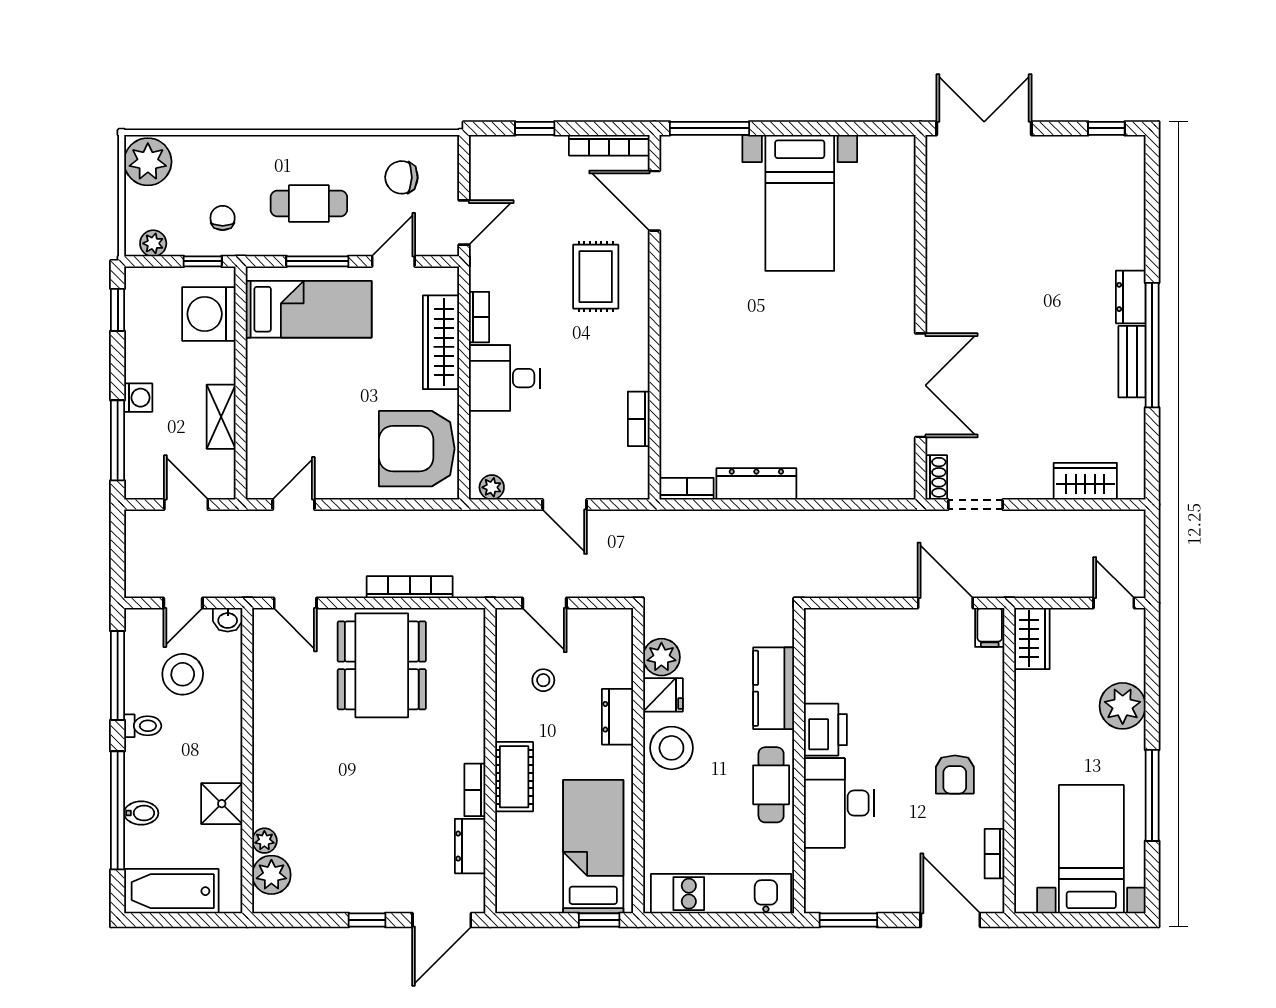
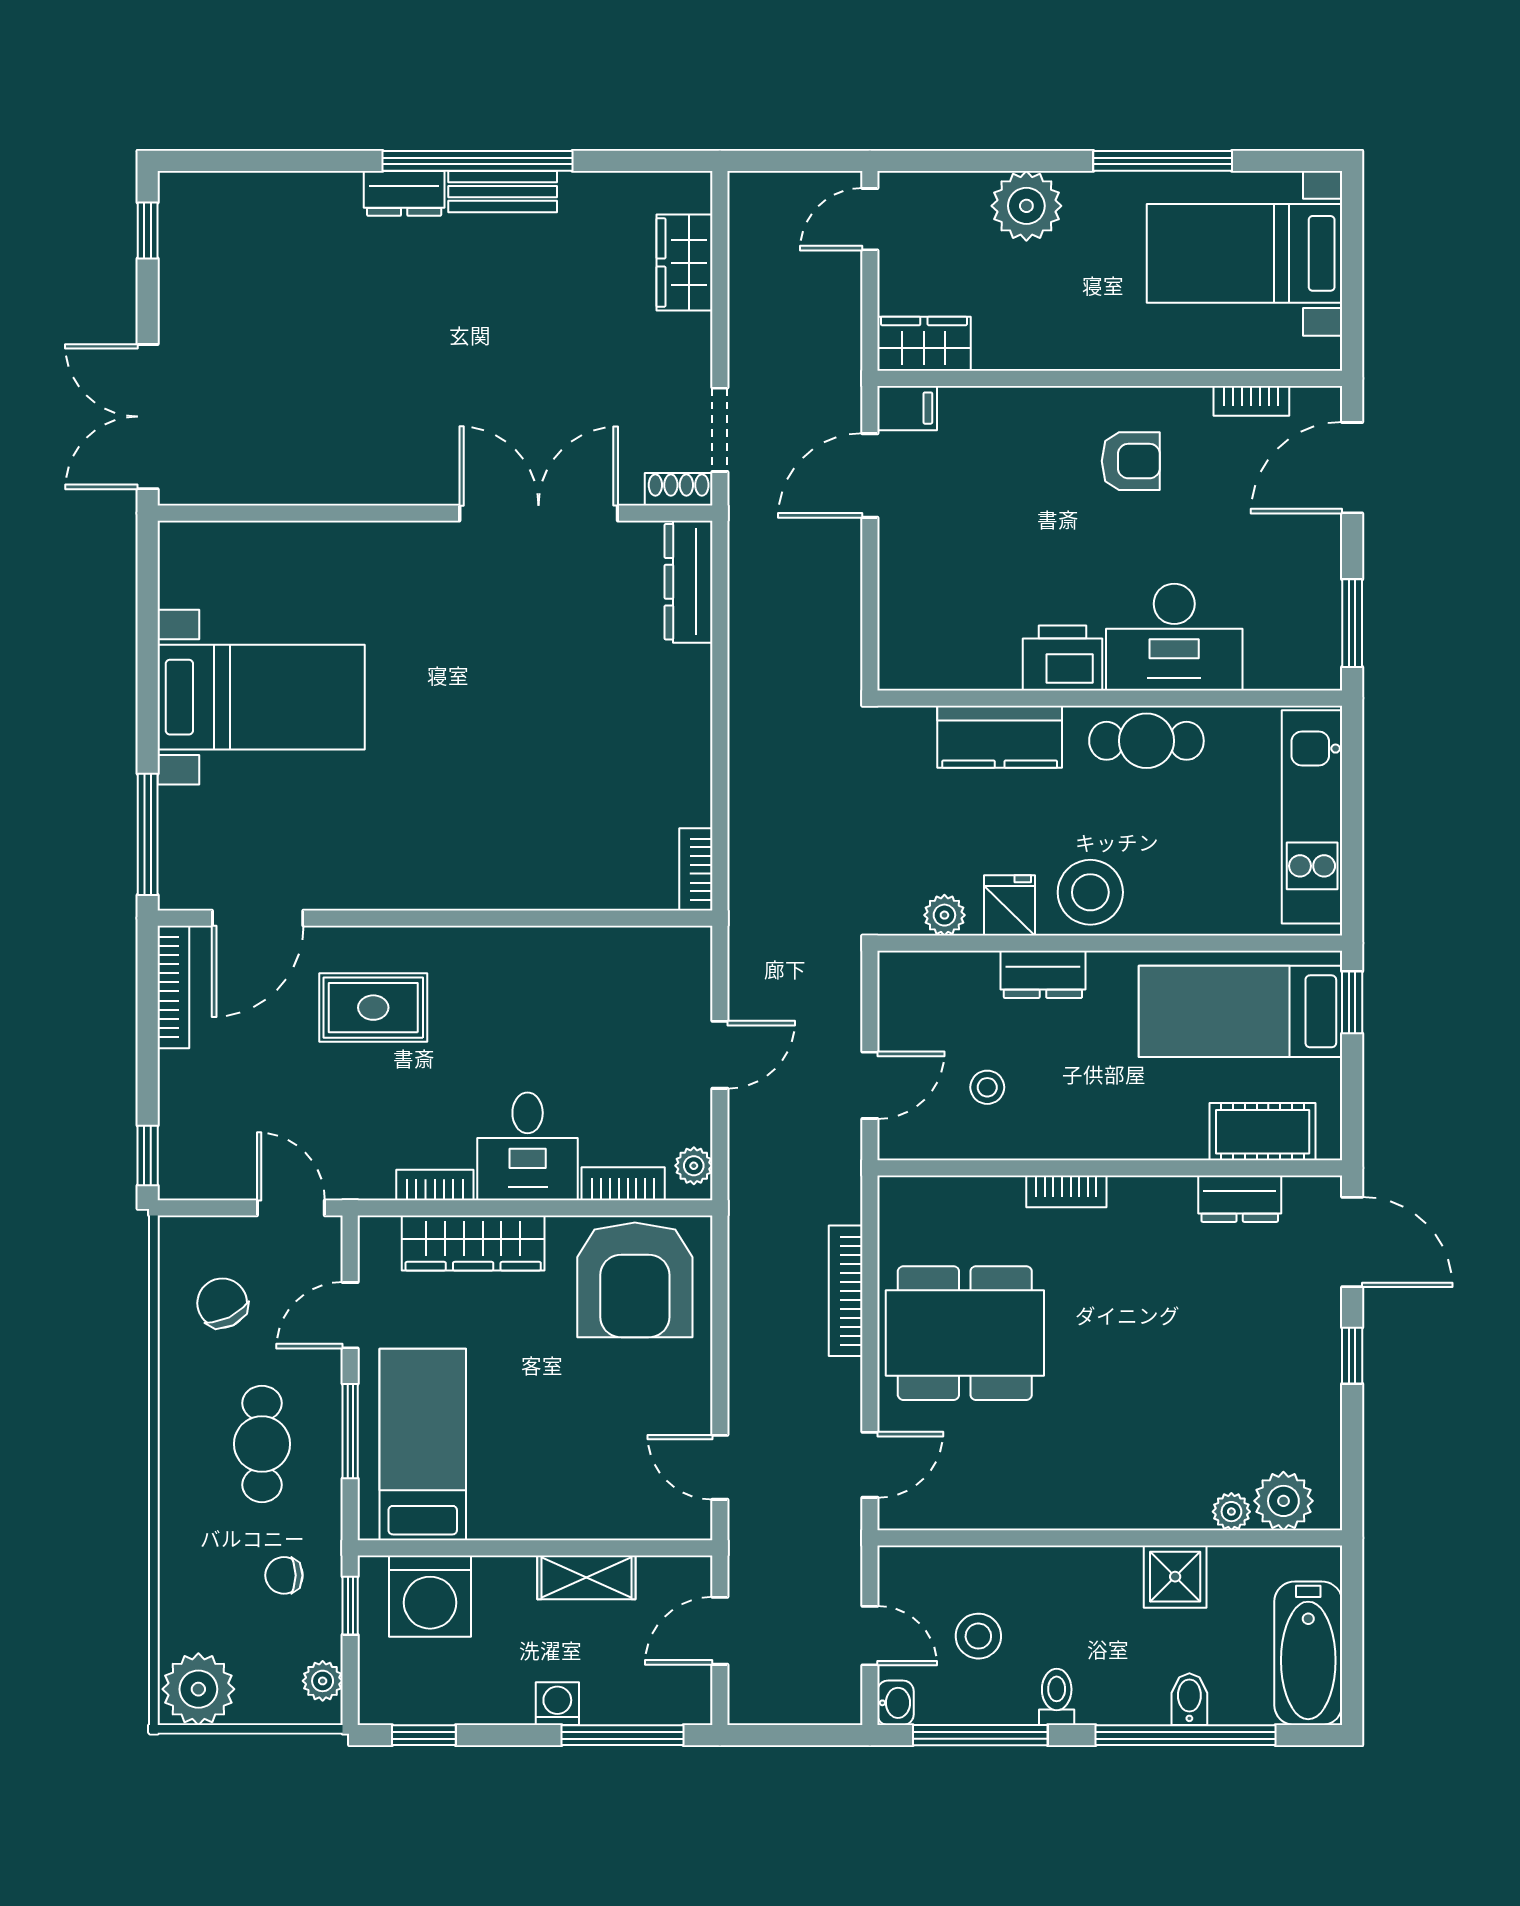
window: (535, 128) -> (148, 1156), moved
chair: (401, 177) -> (222, 1303), turned 152
door: (393, 261) -> (350, 1315), hinge flipped
bookcase: (639, 419) -> (623, 1184), moved, turned 180
dresser: (756, 484) -> (689, 582), moved
washbasin: (228, 620) -> (895, 1703), moved
plant: (661, 657) -> (944, 915), width x0.73, depth x0.73
stool: (183, 674) -> (978, 1636), width x0.73, depth x0.73
cot: (514, 777) -> (1263, 1132), moved
bookcase: (475, 790) -> (1066, 1191), moved

